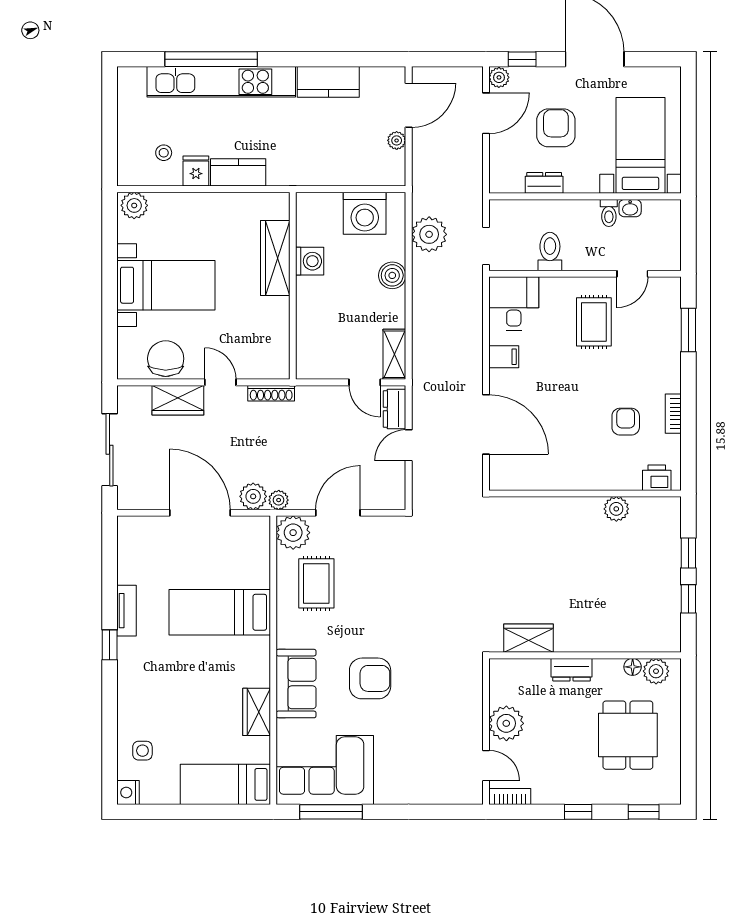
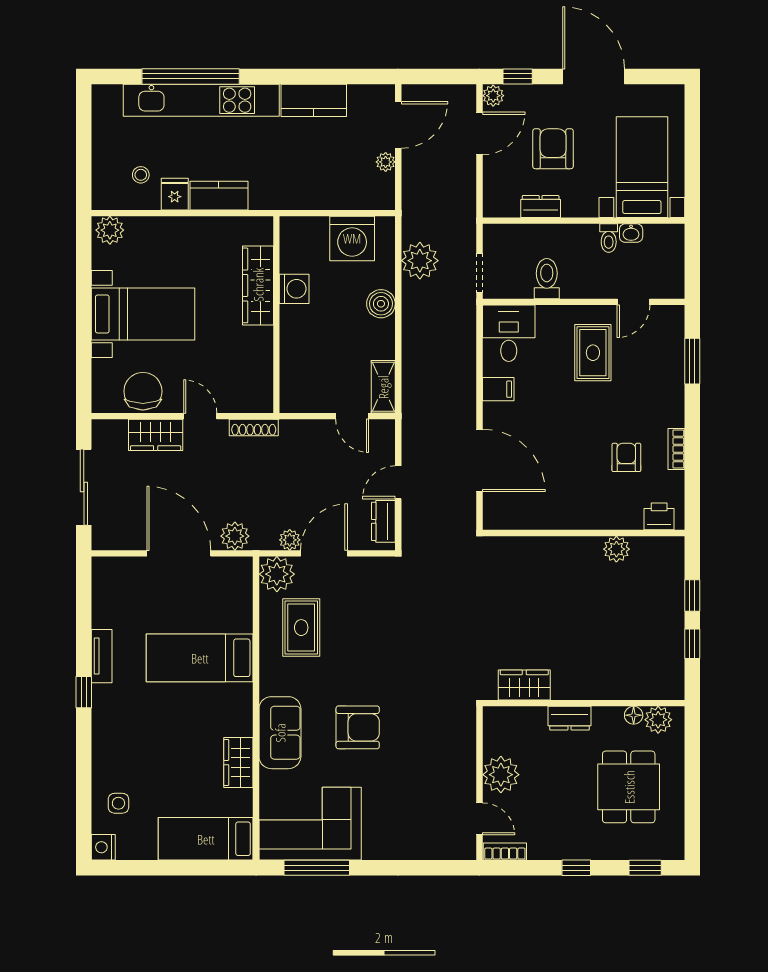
dresser: (395, 409) -> (383, 521), moved
plant: (279, 500) -> (290, 540), moved

